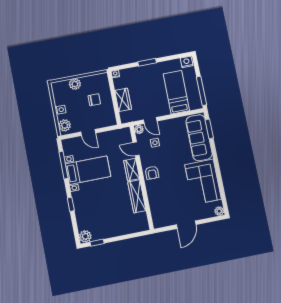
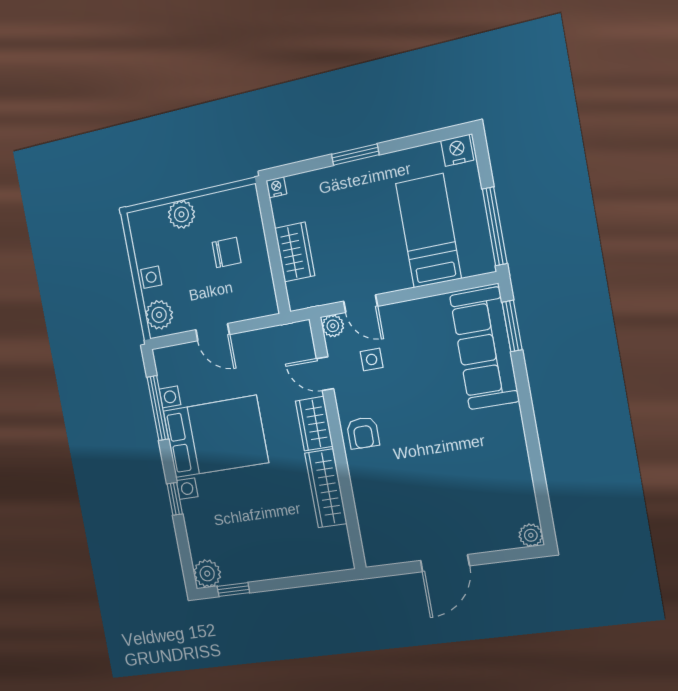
bed with nightstands: (88, 170) -> (215, 437), width x1.36
corner sofa: (203, 182) -> (491, 461), removed

